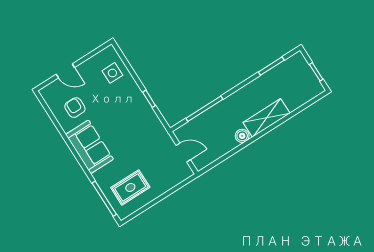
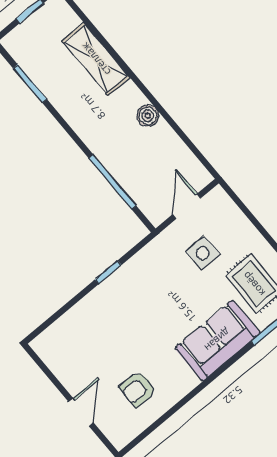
side table: (112, 73) -> (203, 253), moved
shelving: (266, 118) -> (96, 59), moved
sofa: (90, 147) -> (217, 340), moved

